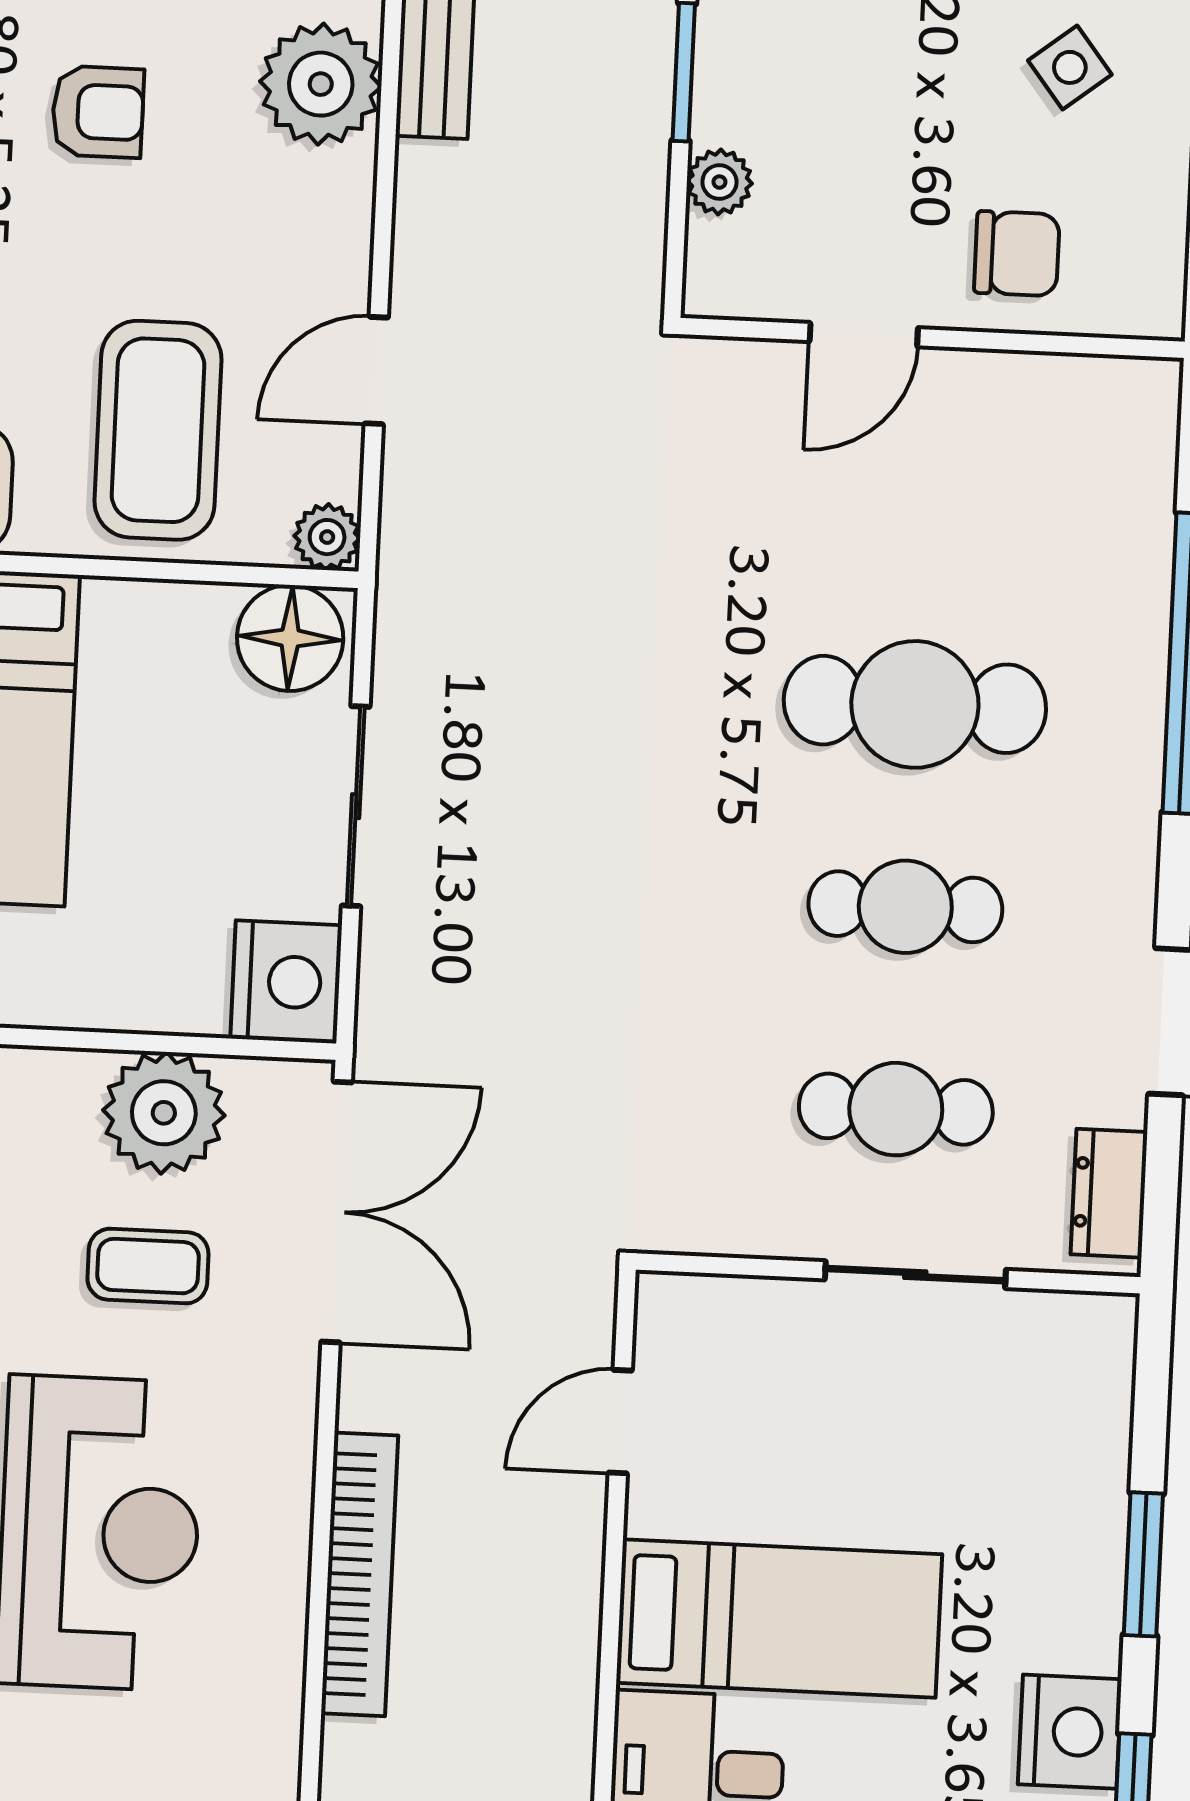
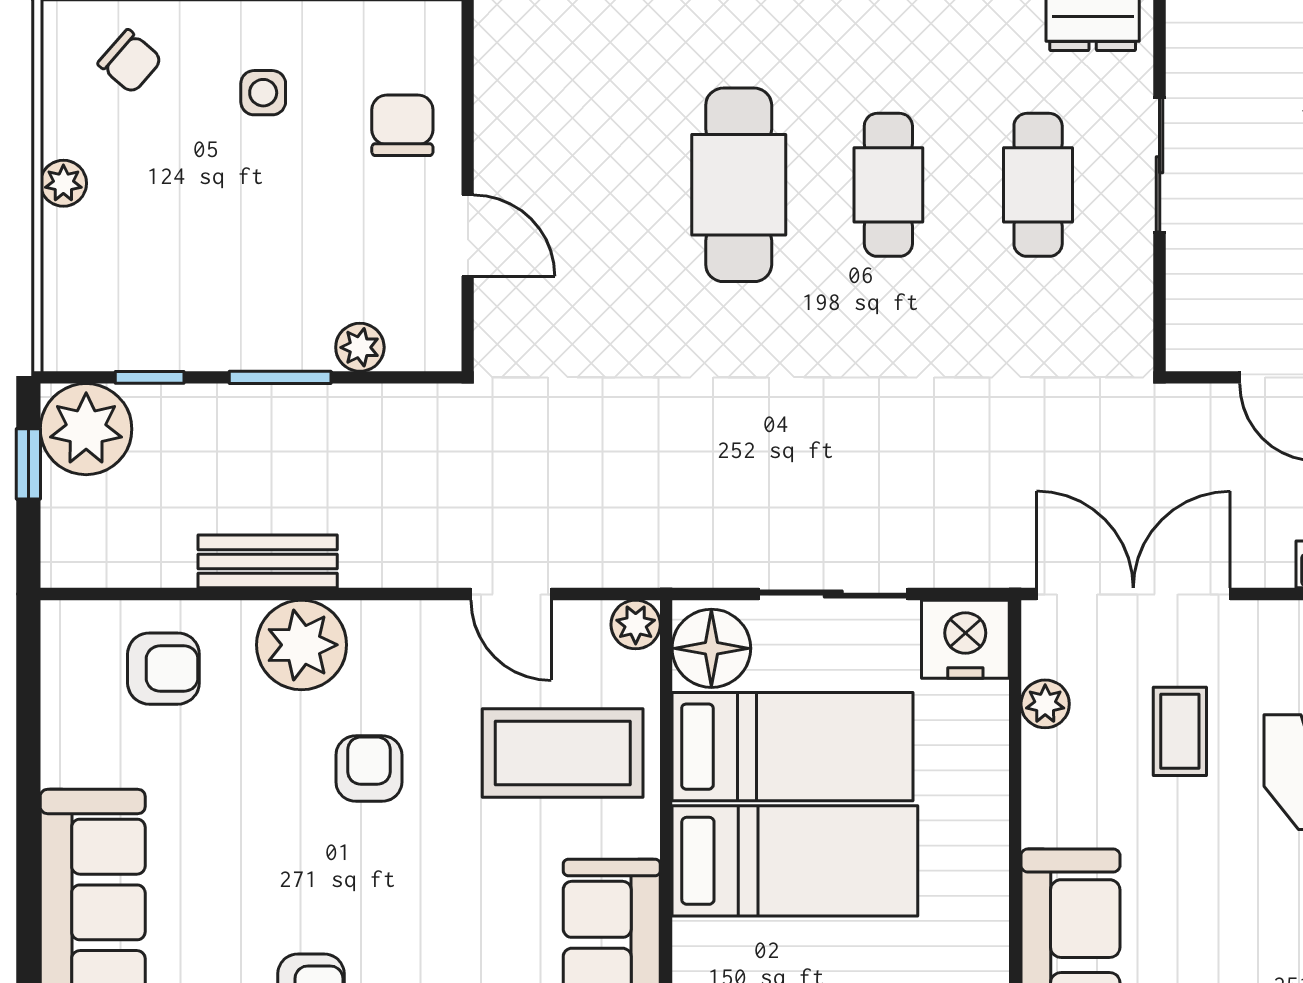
side table: (1070, 67) -> (263, 93), turned 38
armchair: (98, 112) -> (369, 769), moved
bed: (152, 741) -> (793, 747), added
plant: (164, 1113) -> (1045, 704), width x0.53, depth x0.53

